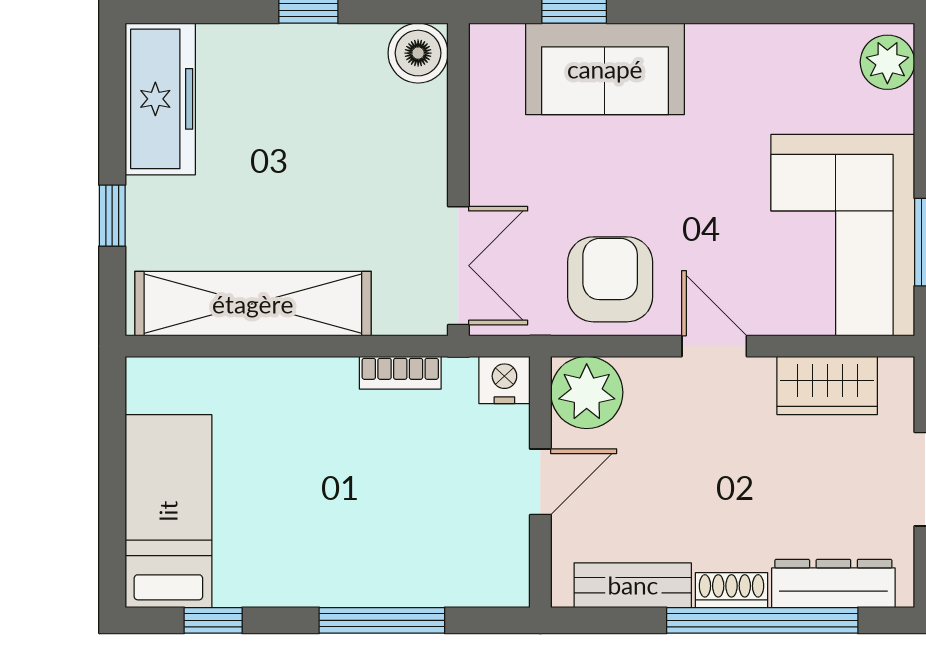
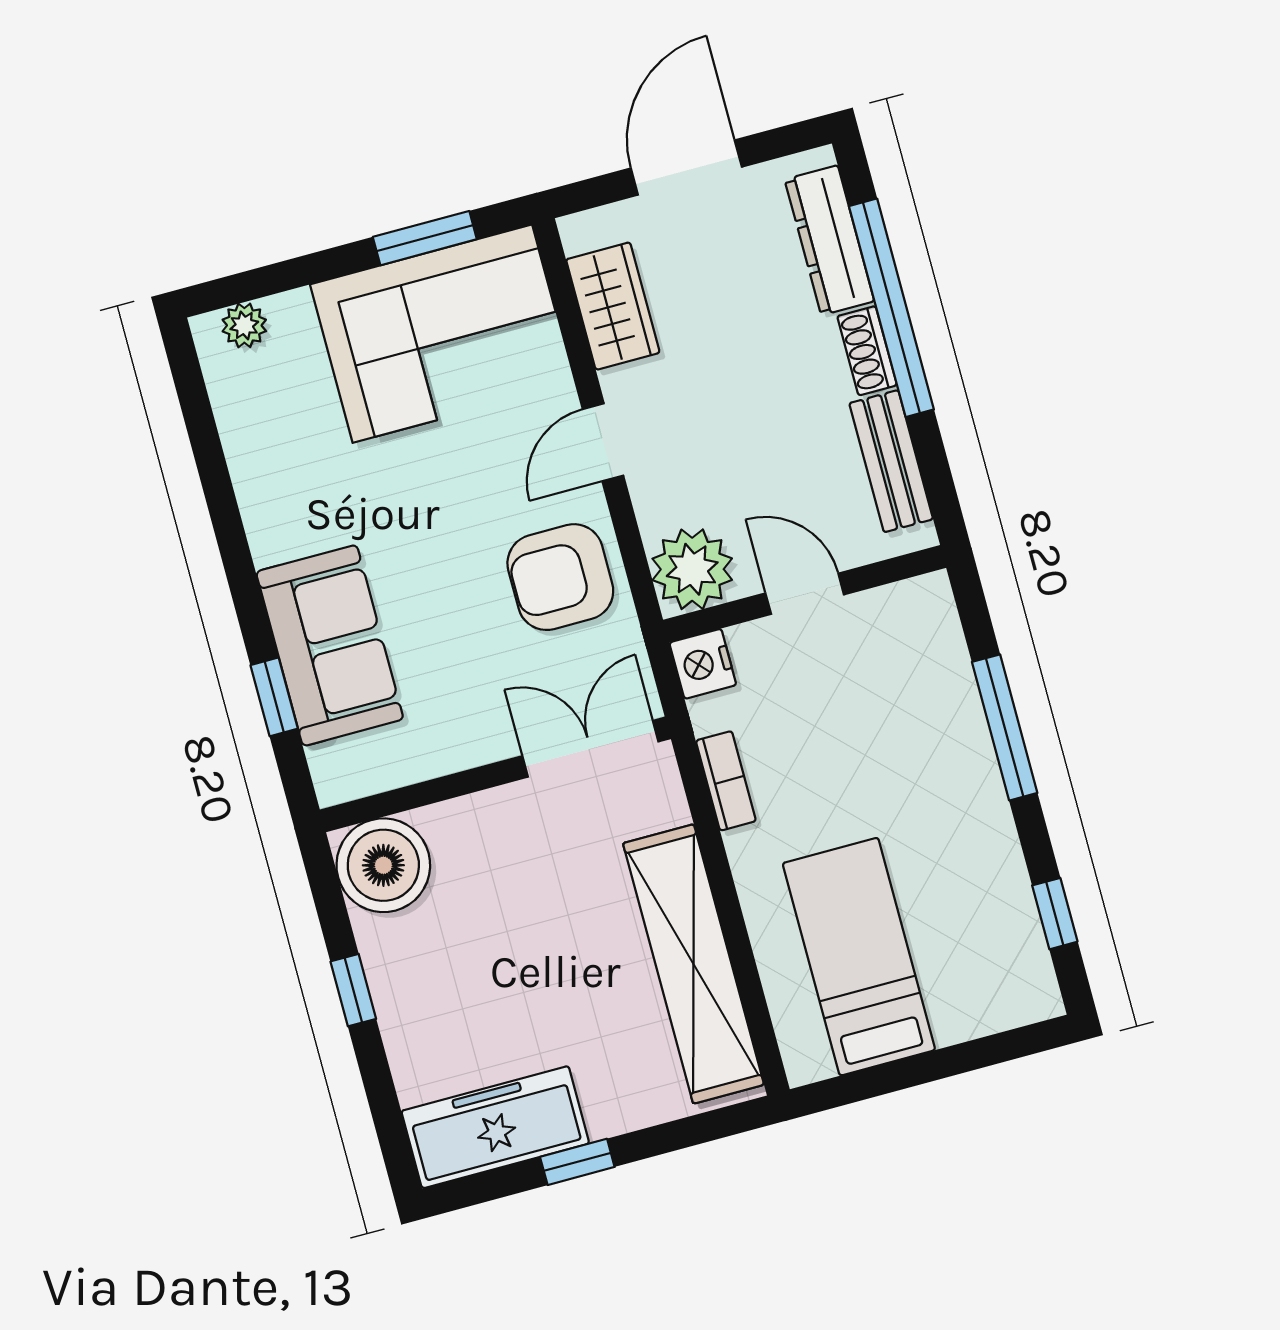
boiler: (418, 53) -> (383, 865), width x1.37, depth x1.37
plant: (887, 62) -> (244, 325), width x0.73, depth x0.73
window: (112, 216) -> (577, 1162), moved
bed: (168, 511) -> (859, 957), moved, turned 90

